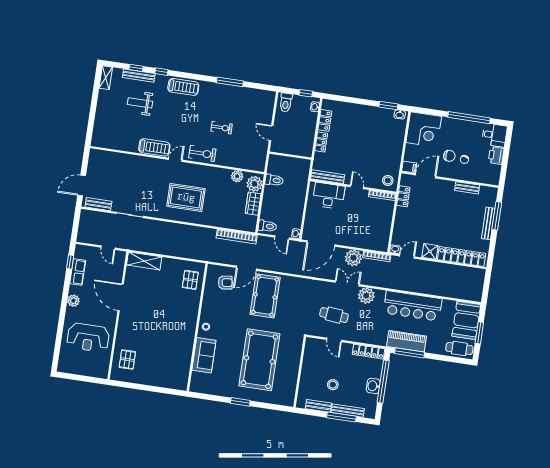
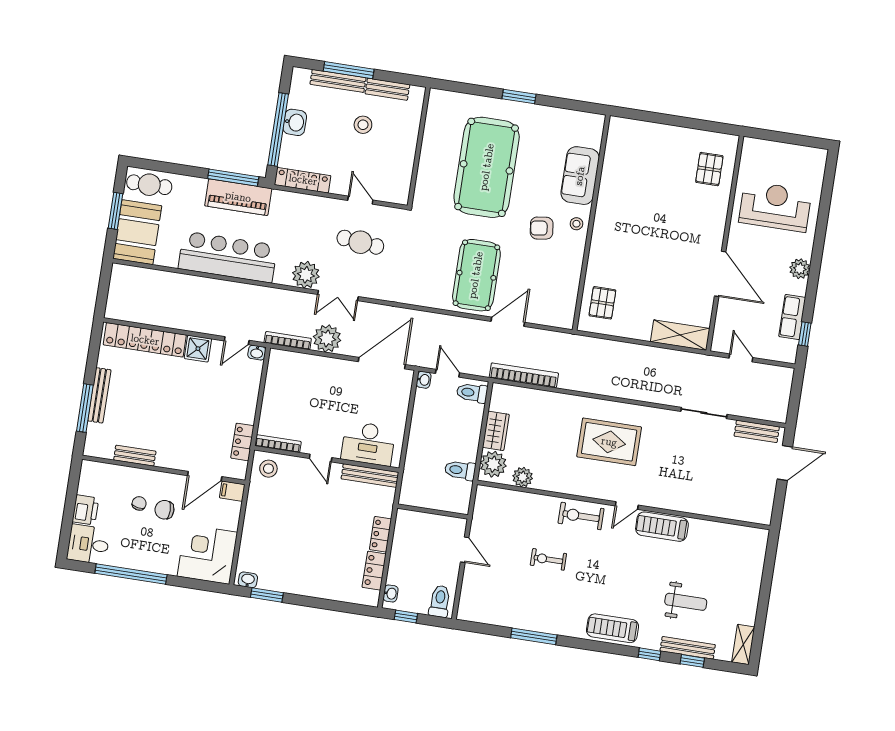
armchair: (225, 283) -> (542, 228), moved

